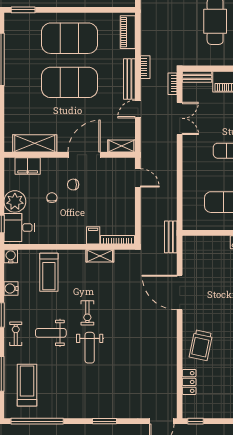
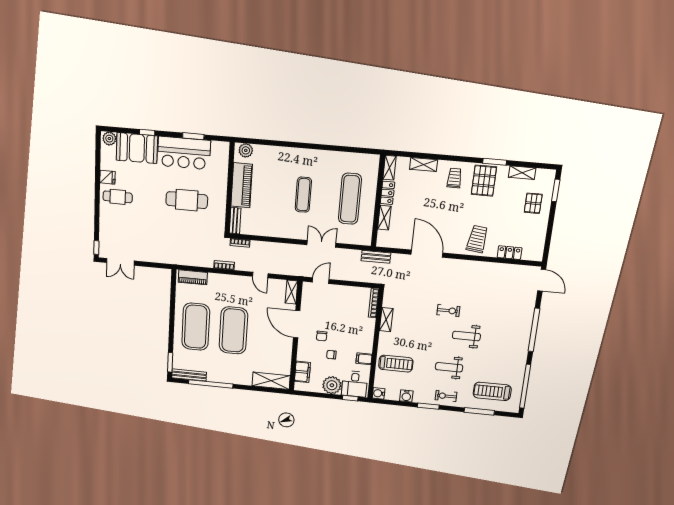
bench: (129, 79) -> (189, 375), moved
double door: (180, 118) -> (321, 244), moved
shelving: (35, 143) -> (271, 381), moved, turned 90
filing cabinet: (93, 235) -> (364, 359), moved
shelving: (215, 242) -> (384, 218), added
door: (180, 293) -> (427, 254), swing flipped
exercise bike: (87, 313) -> (448, 311), moved
weight bench: (51, 333) -> (449, 367), turned 90
trolley: (201, 345) -> (477, 239), turned -95
weight bench: (90, 348) -> (466, 336), turned 180
window: (104, 421) -> (534, 330), width x2.11
window: (196, 421) -> (546, 250), removed

